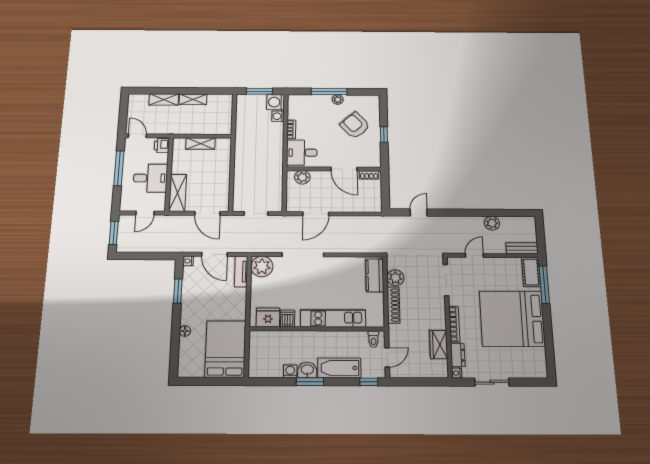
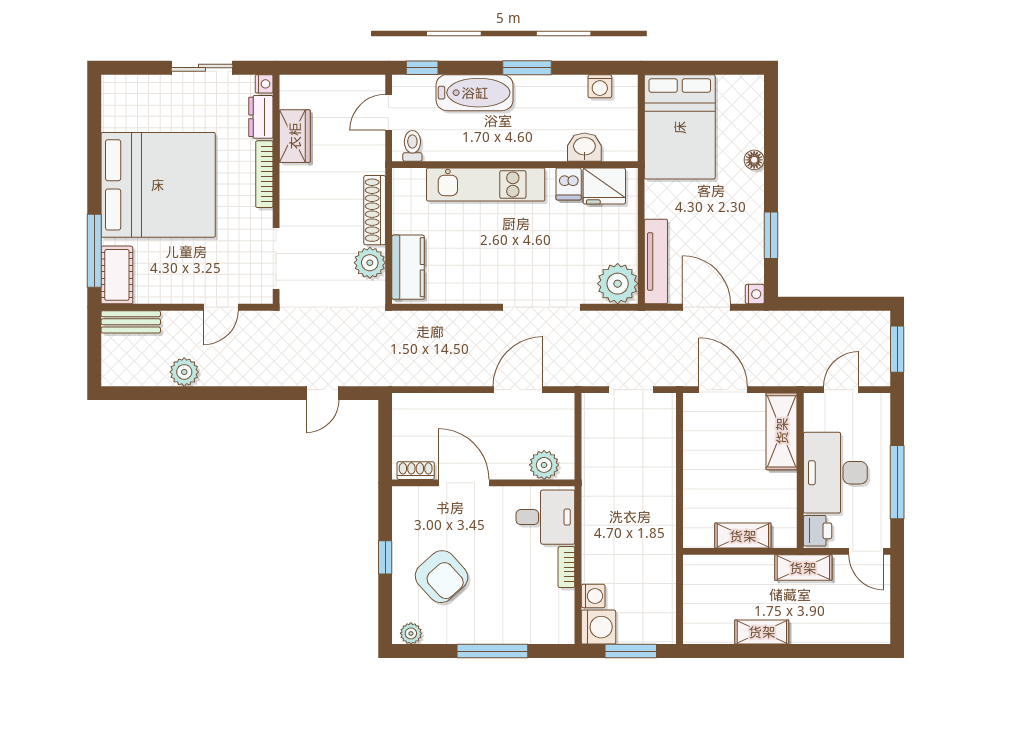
shelving: (164, 100) -> (803, 568), moved
plant: (338, 100) -> (411, 633), moved
desk: (150, 178) -> (835, 473), width x1.37
tv unit: (241, 272) -> (656, 261), width x1.41
washbasin: (307, 370) -> (584, 147), moved, turned 180
washing machine: (290, 371) -> (600, 86), moved

